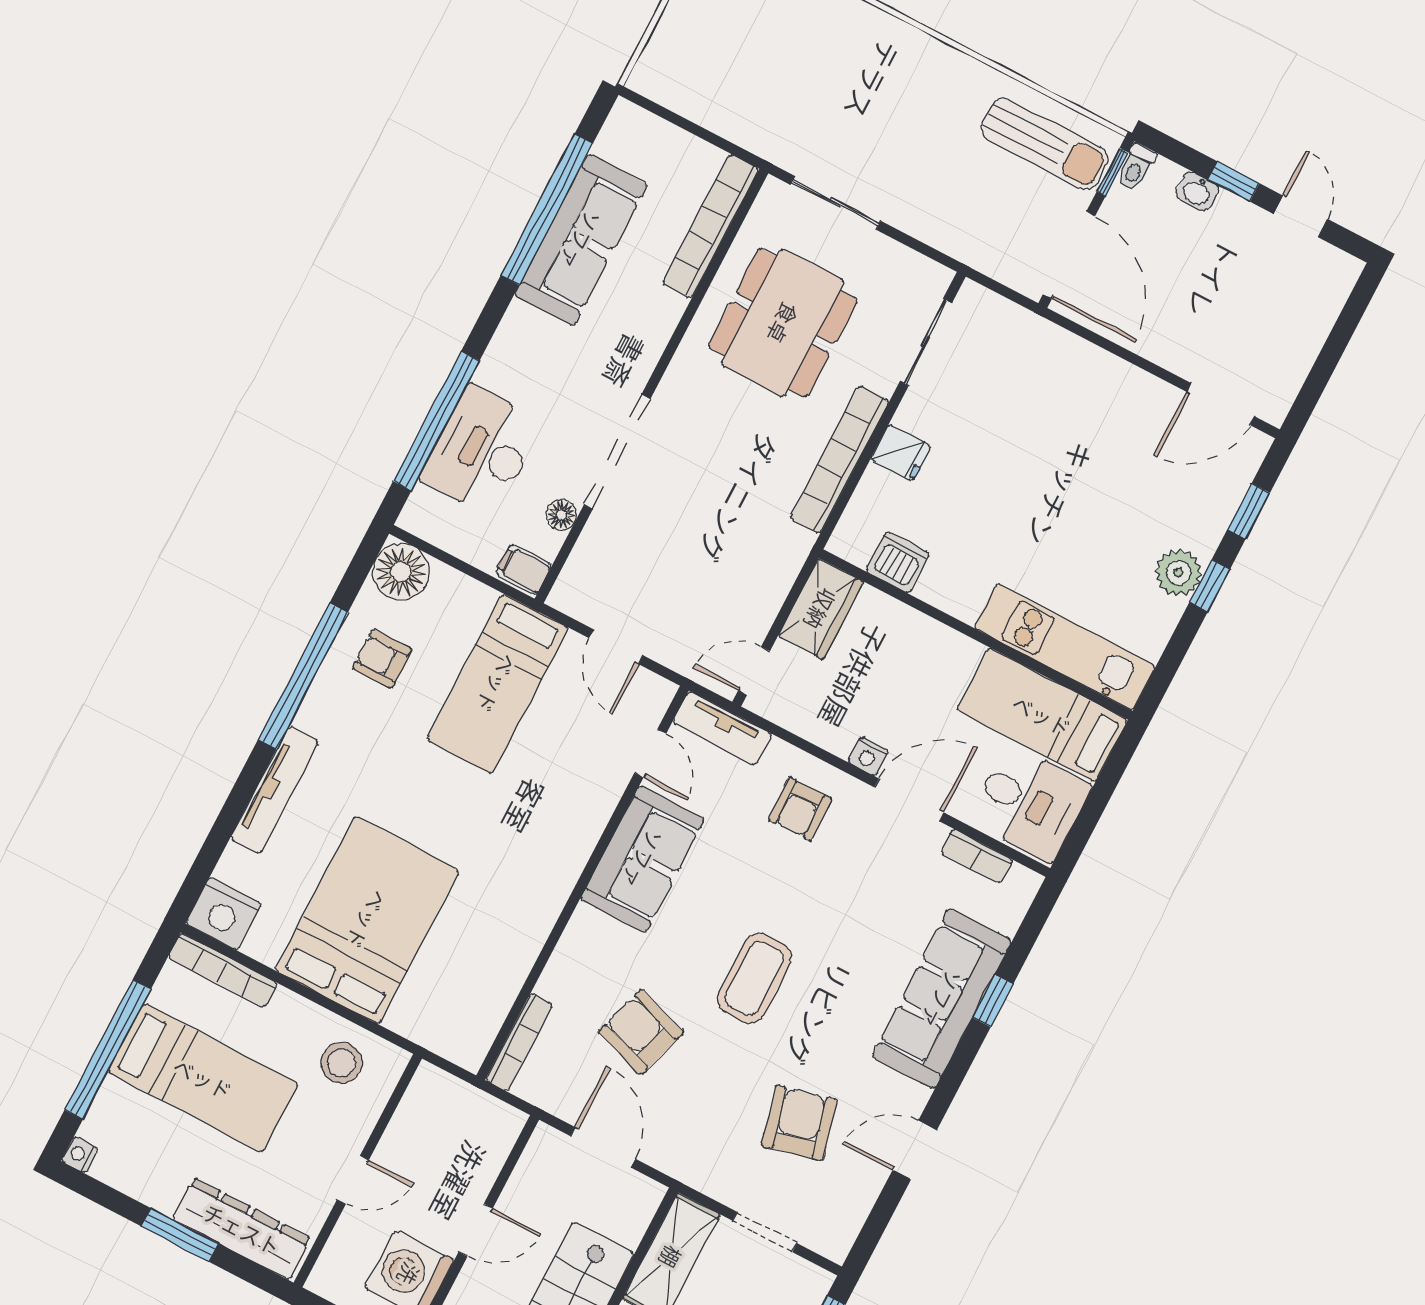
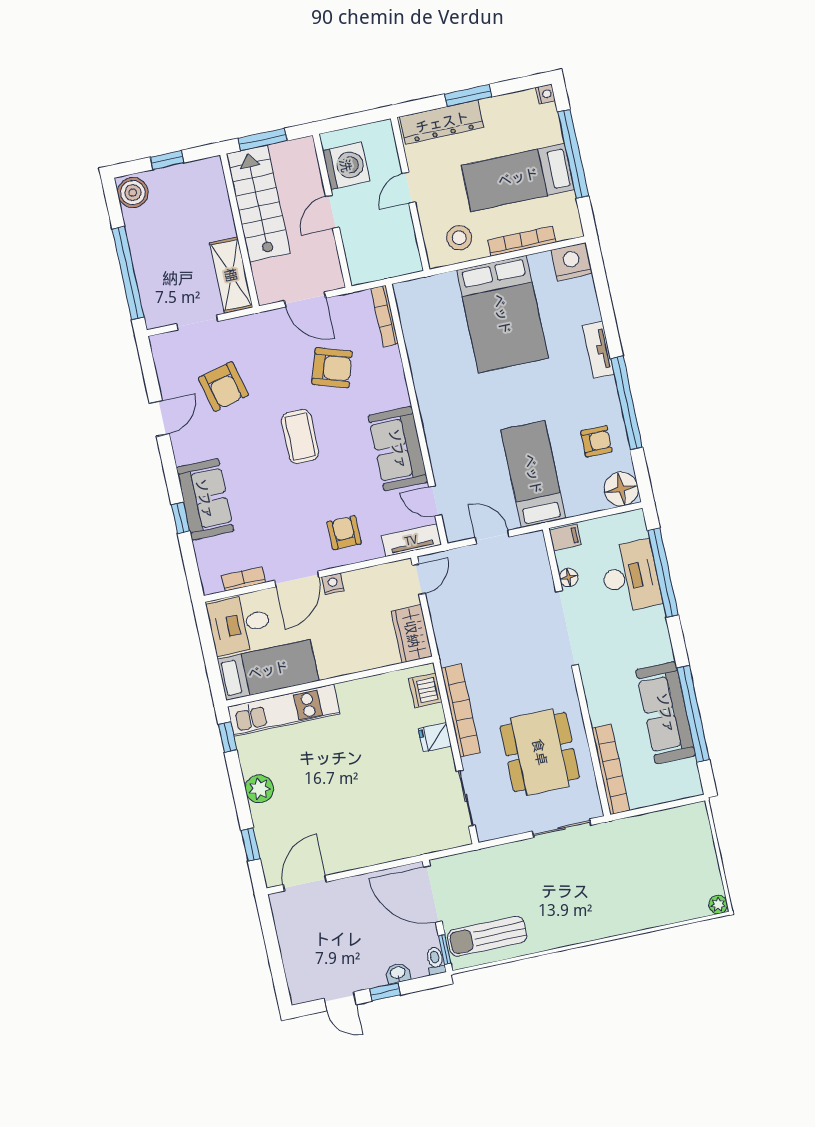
dishwasher: (898, 562) -> (425, 690), moved, turned 90
window: (1210, 586) -> (228, 737), moved
tv unit: (274, 790) -> (598, 350), width x0.71
bookcase: (223, 970) -> (522, 241), moved
sofa: (942, 999) -> (205, 499), width x0.73

